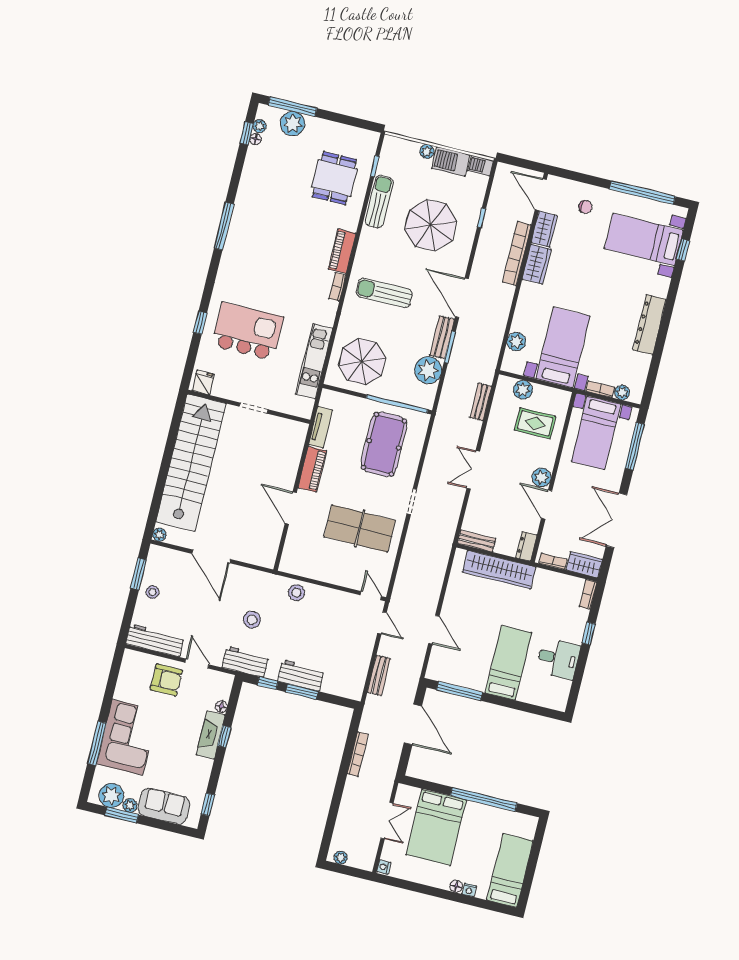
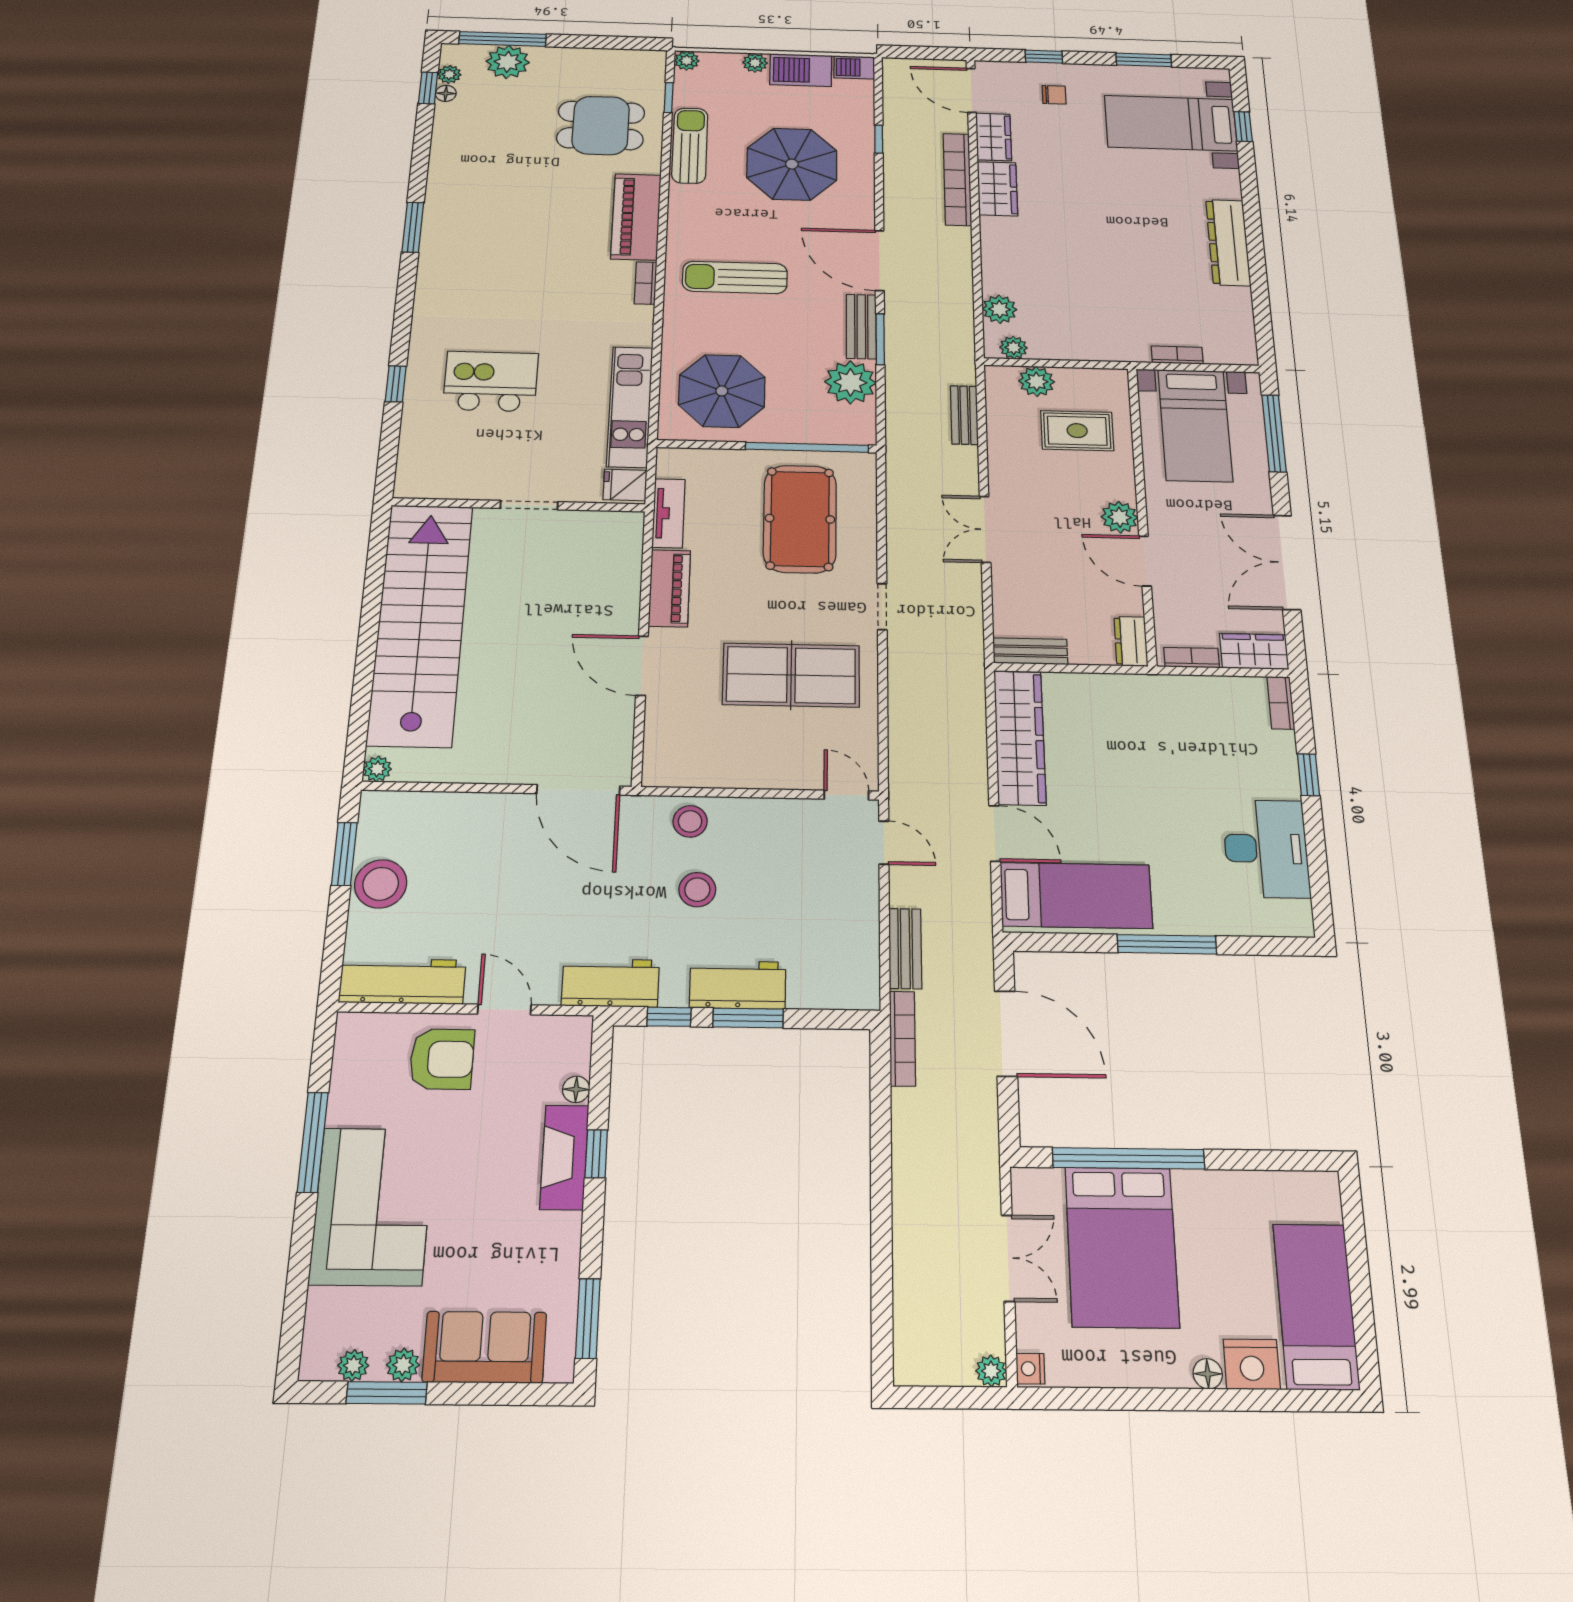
plant: (390, 142) -> (687, 61), added
dining table: (334, 178) -> (601, 125), turned 90
window: (587, 179) -> (1044, 57), added
window: (642, 193) -> (1144, 60), width x0.47
window: (224, 226) -> (413, 227), width x0.69
piano: (342, 251) -> (636, 217), width x1.37, depth x1.33
kitchen island: (248, 331) -> (491, 381), width x0.73, depth x0.78
bed with nightstands: (563, 347) -> (1087, 303), removed
fridge: (203, 383) -> (625, 485), moved, turned -90
plant: (622, 393) -> (1014, 348), moved
door: (211, 556) -> (578, 790), moved
wardrobe: (499, 570) -> (1020, 738), moved, turned -90
stool: (152, 592) -> (381, 884), width x1.89, depth x1.89
stool: (252, 620) -> (697, 890), moved
desk: (558, 659) -> (1266, 849), width x1.37
bed: (508, 663) -> (1076, 895), moved, turned 90
window: (460, 691) -> (1167, 944), moved
window: (97, 743) -> (313, 1142), moved
bookcase: (358, 754) -> (902, 1039), moved
plant: (111, 795) -> (353, 1366), width x0.53, depth x0.53
window: (484, 799) -> (1129, 1158), moved
window: (208, 804) -> (588, 1318), width x1.50
plant: (341, 858) -> (991, 1371), moved
nightstand: (469, 890) -> (1252, 1364), width x1.89, depth x1.79

